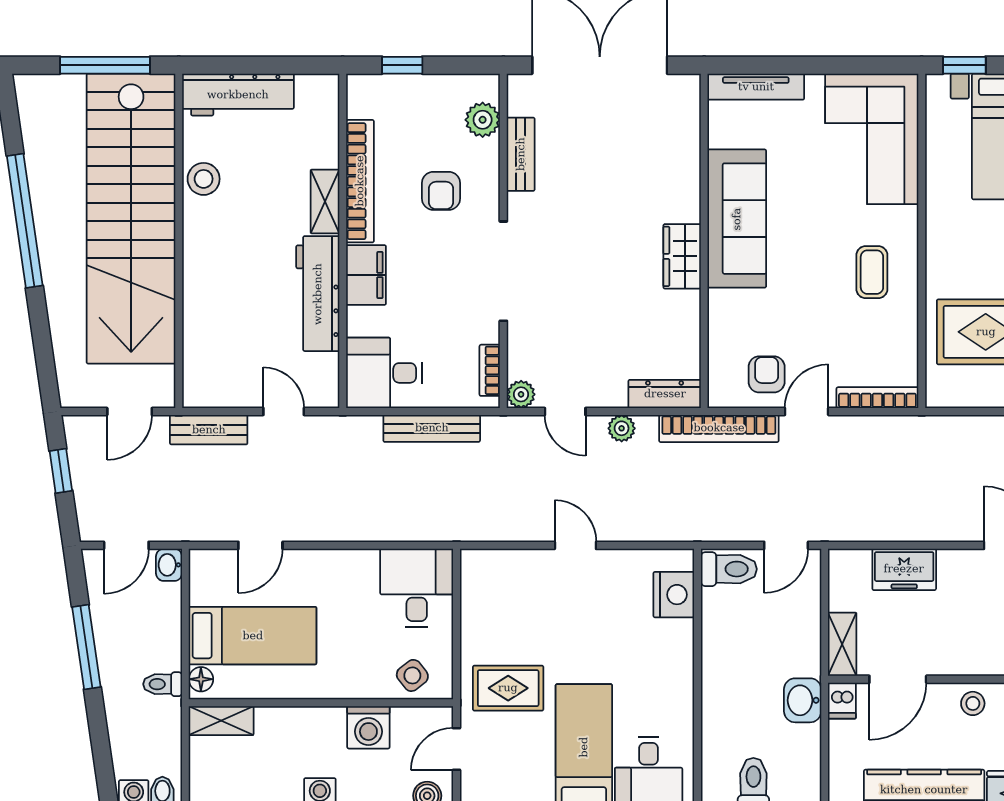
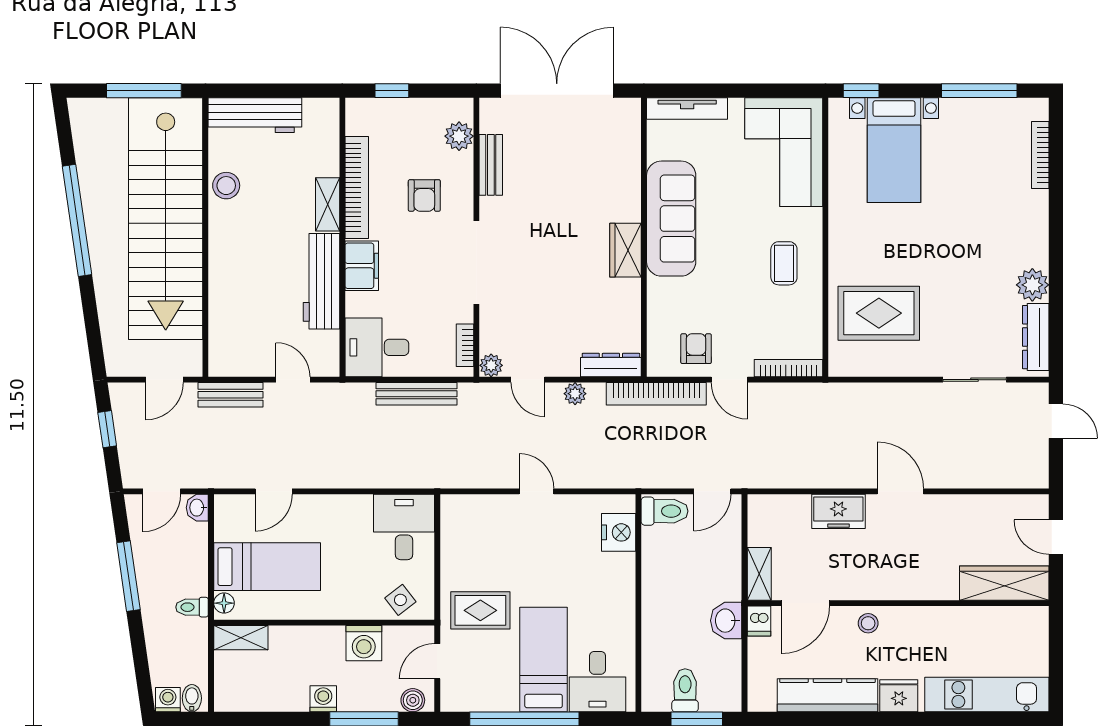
door: (807, 412) -> (729, 380), swing flipped
freezer: (904, 569) -> (838, 511), moved

